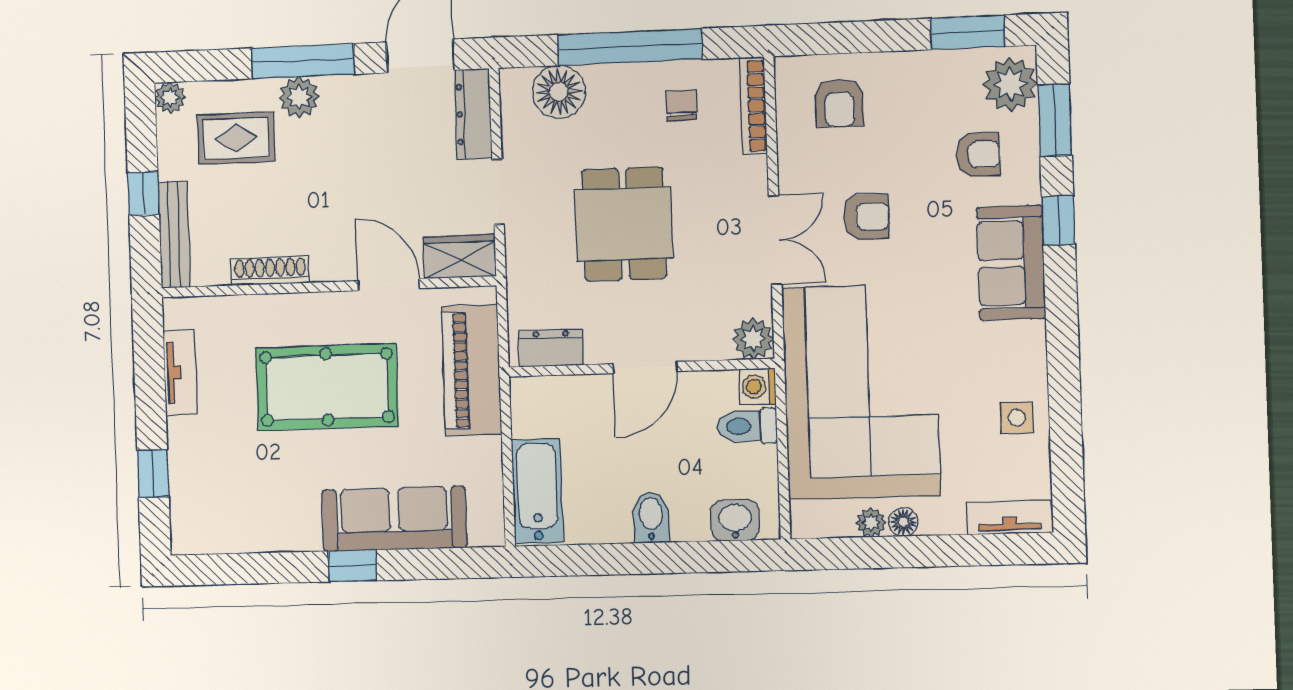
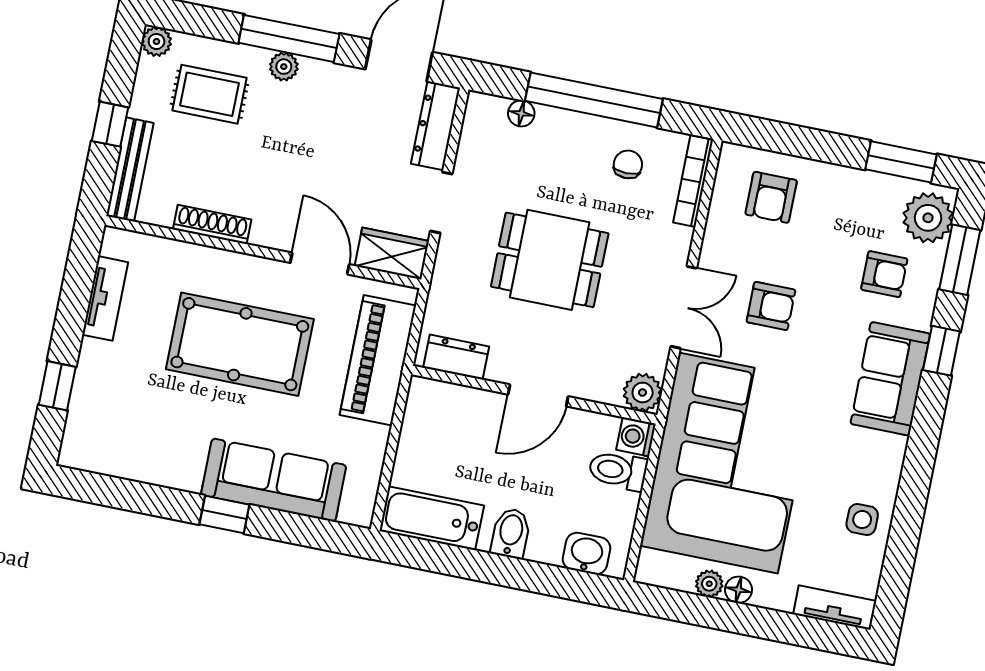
floor lamp: (559, 92) -> (521, 113), width x0.53, depth x0.53
plant: (299, 97) -> (284, 67), width x0.73, depth x0.73
dining table: (624, 224) -> (550, 260), turned 90
bathtub: (537, 491) -> (432, 518), moved, turned -90

